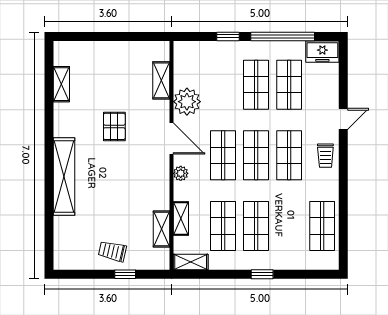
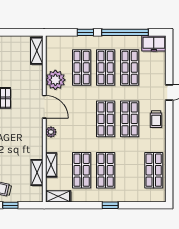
shelving: (161, 80) -> (37, 51), moved
shop shelf: (223, 155) -> (82, 68), moved

